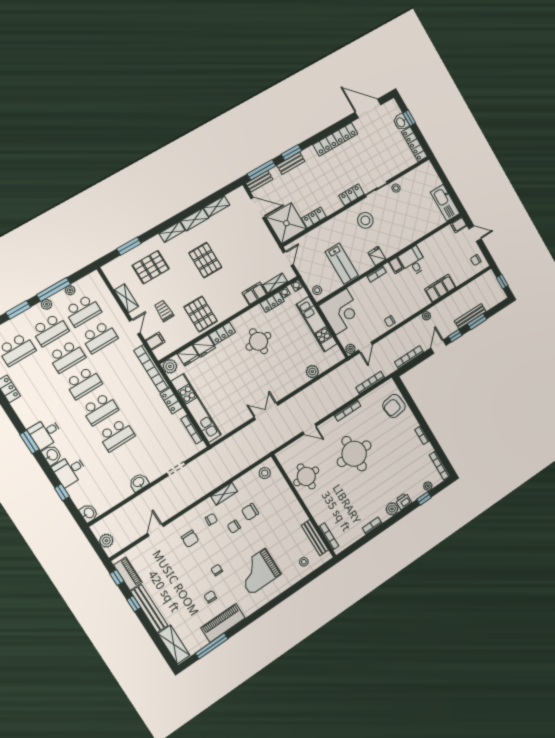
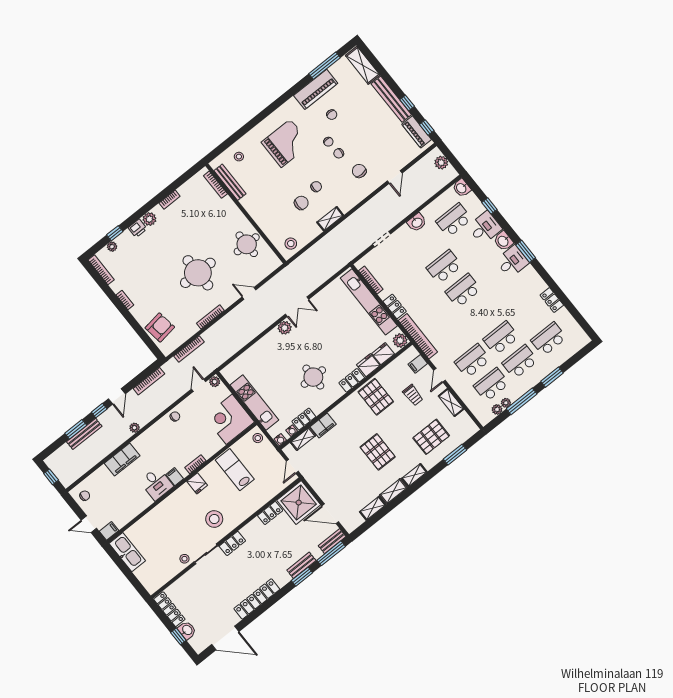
plant: (47, 304) -> (497, 409), moved
plant: (312, 372) -> (285, 328), moved
school desk: (84, 383) -> (454, 220), moved
chair: (211, 519) -> (339, 153), moved

